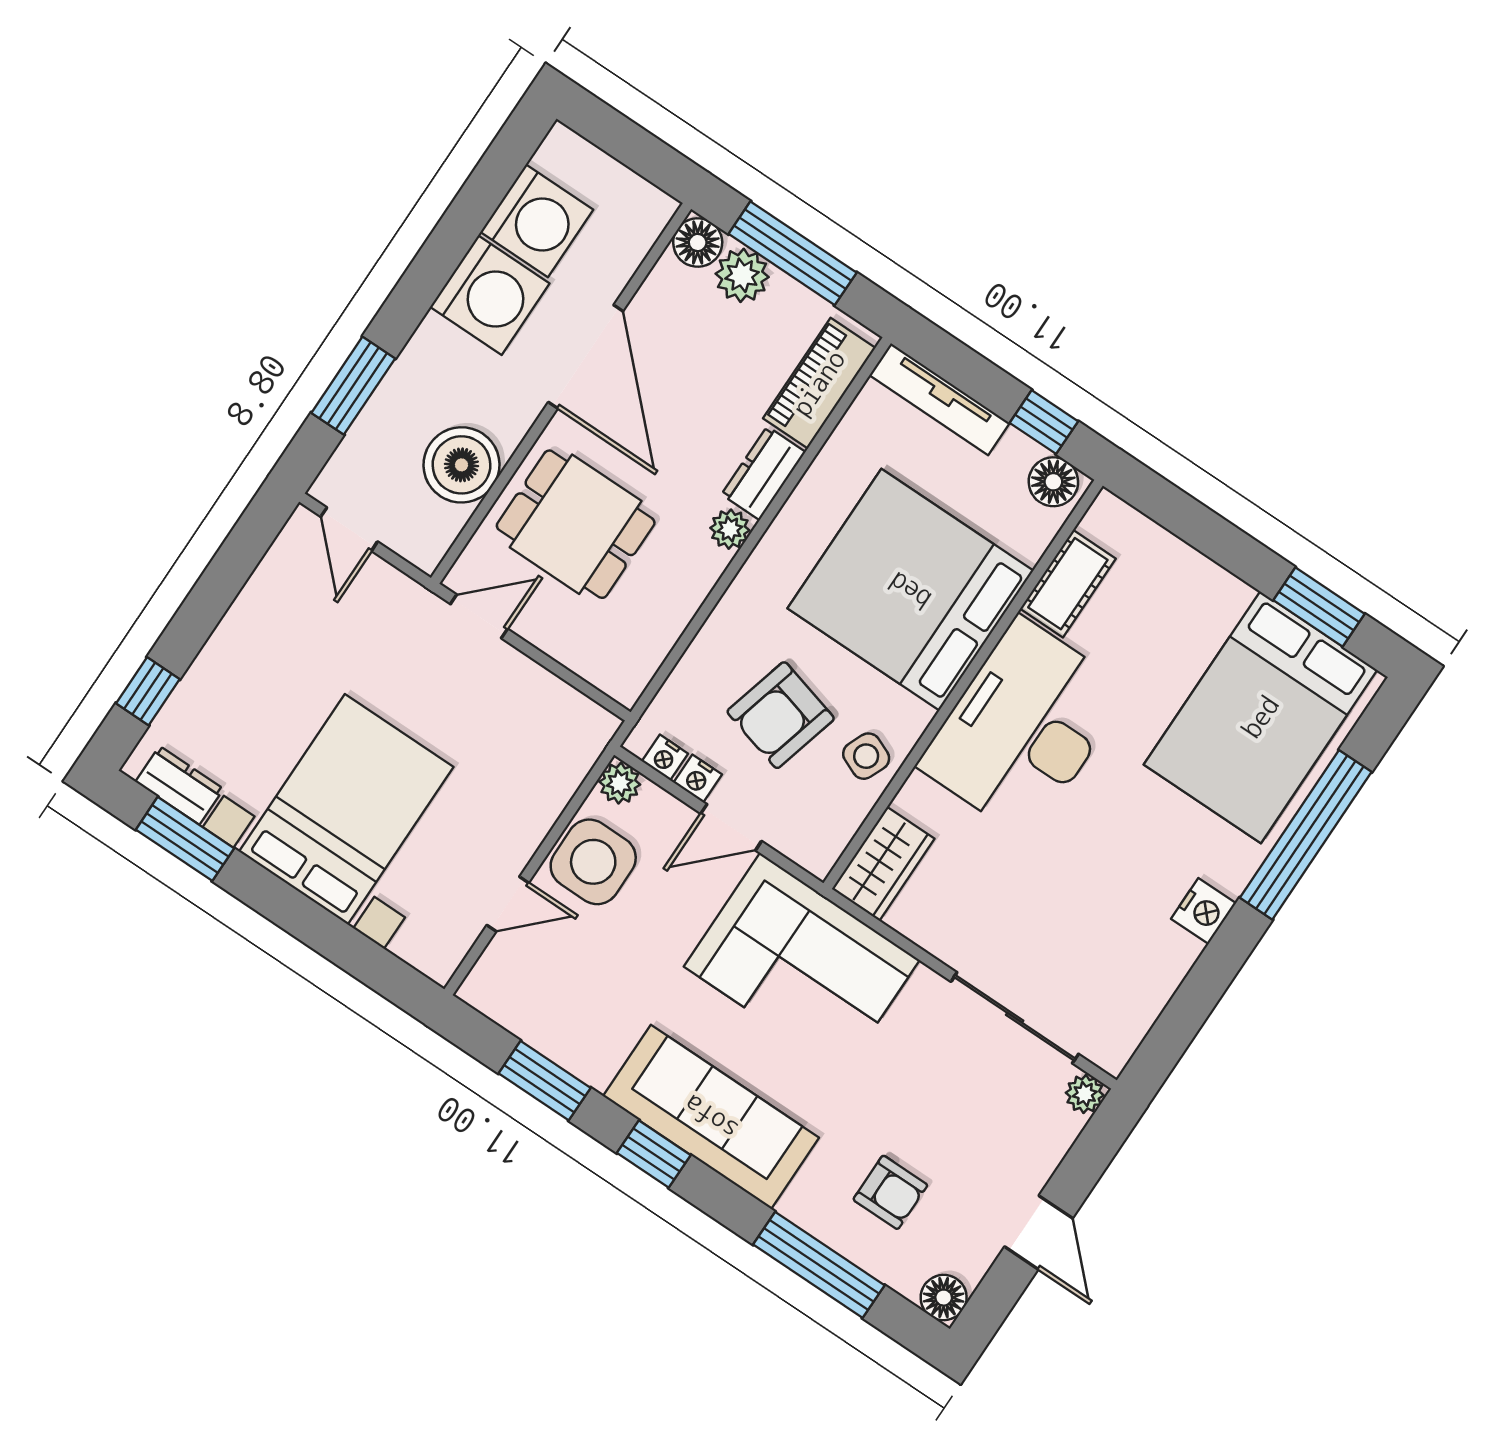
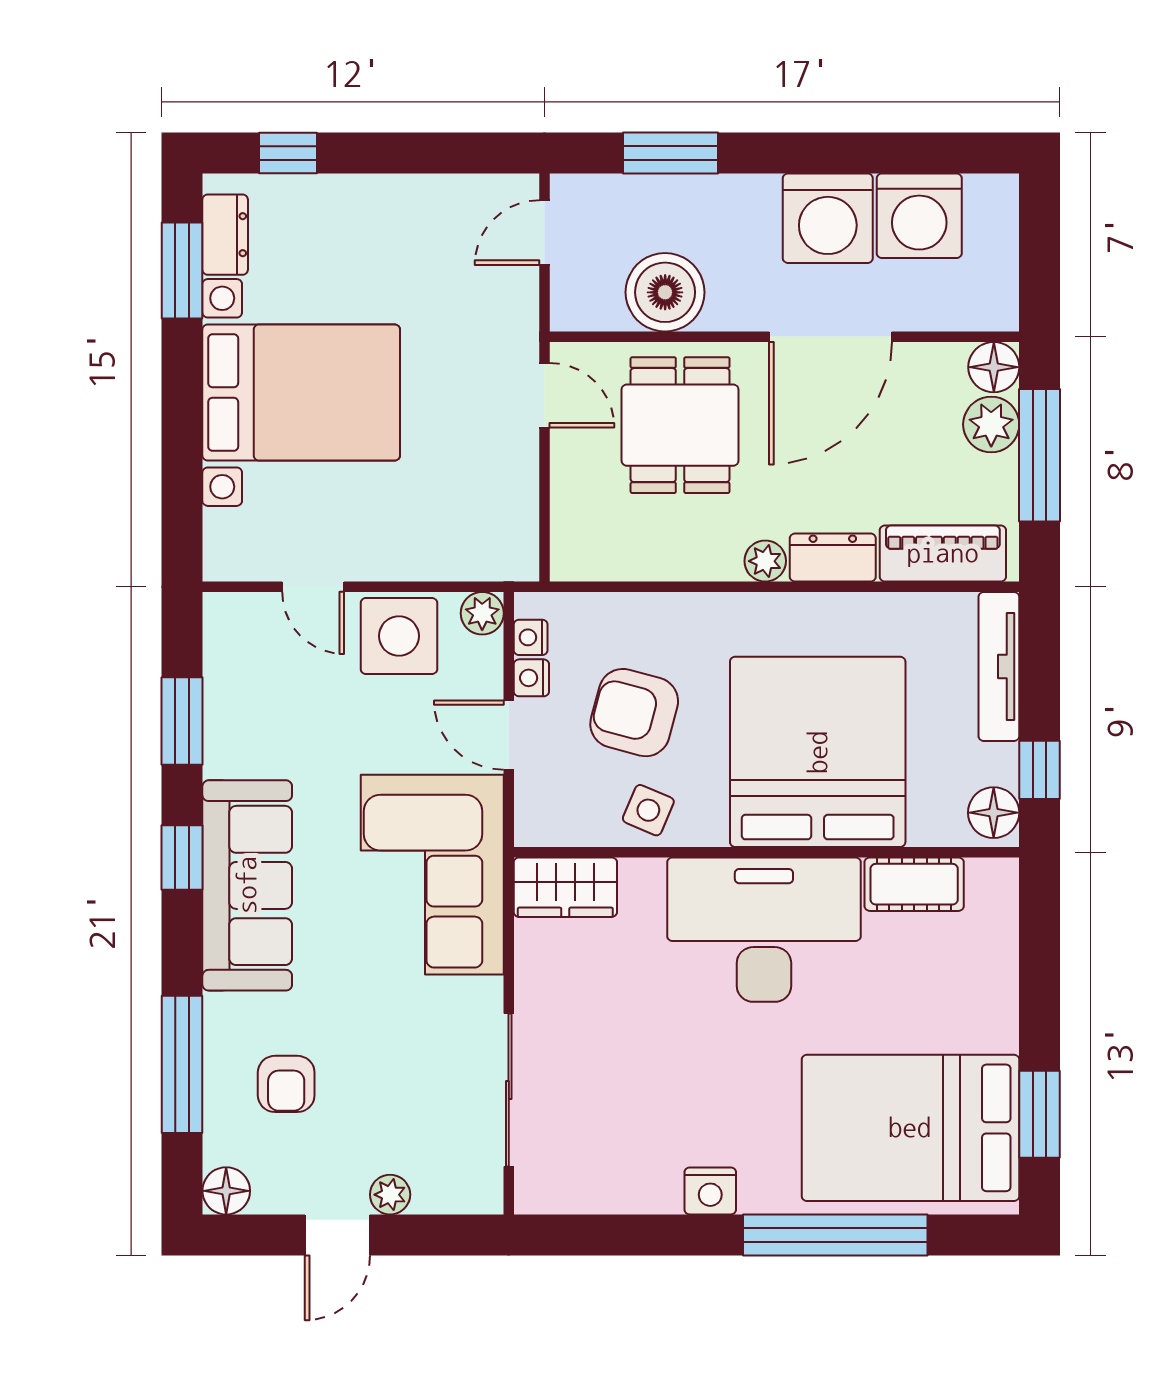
plant: (1085, 1094) -> (390, 1195), moved

